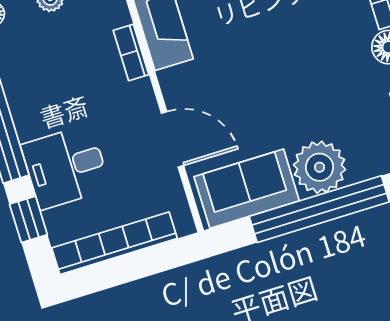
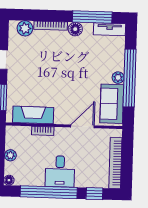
desk: (66, 167) -> (60, 171), moved
plant: (320, 167) -> (118, 78), width x0.53, depth x0.53

